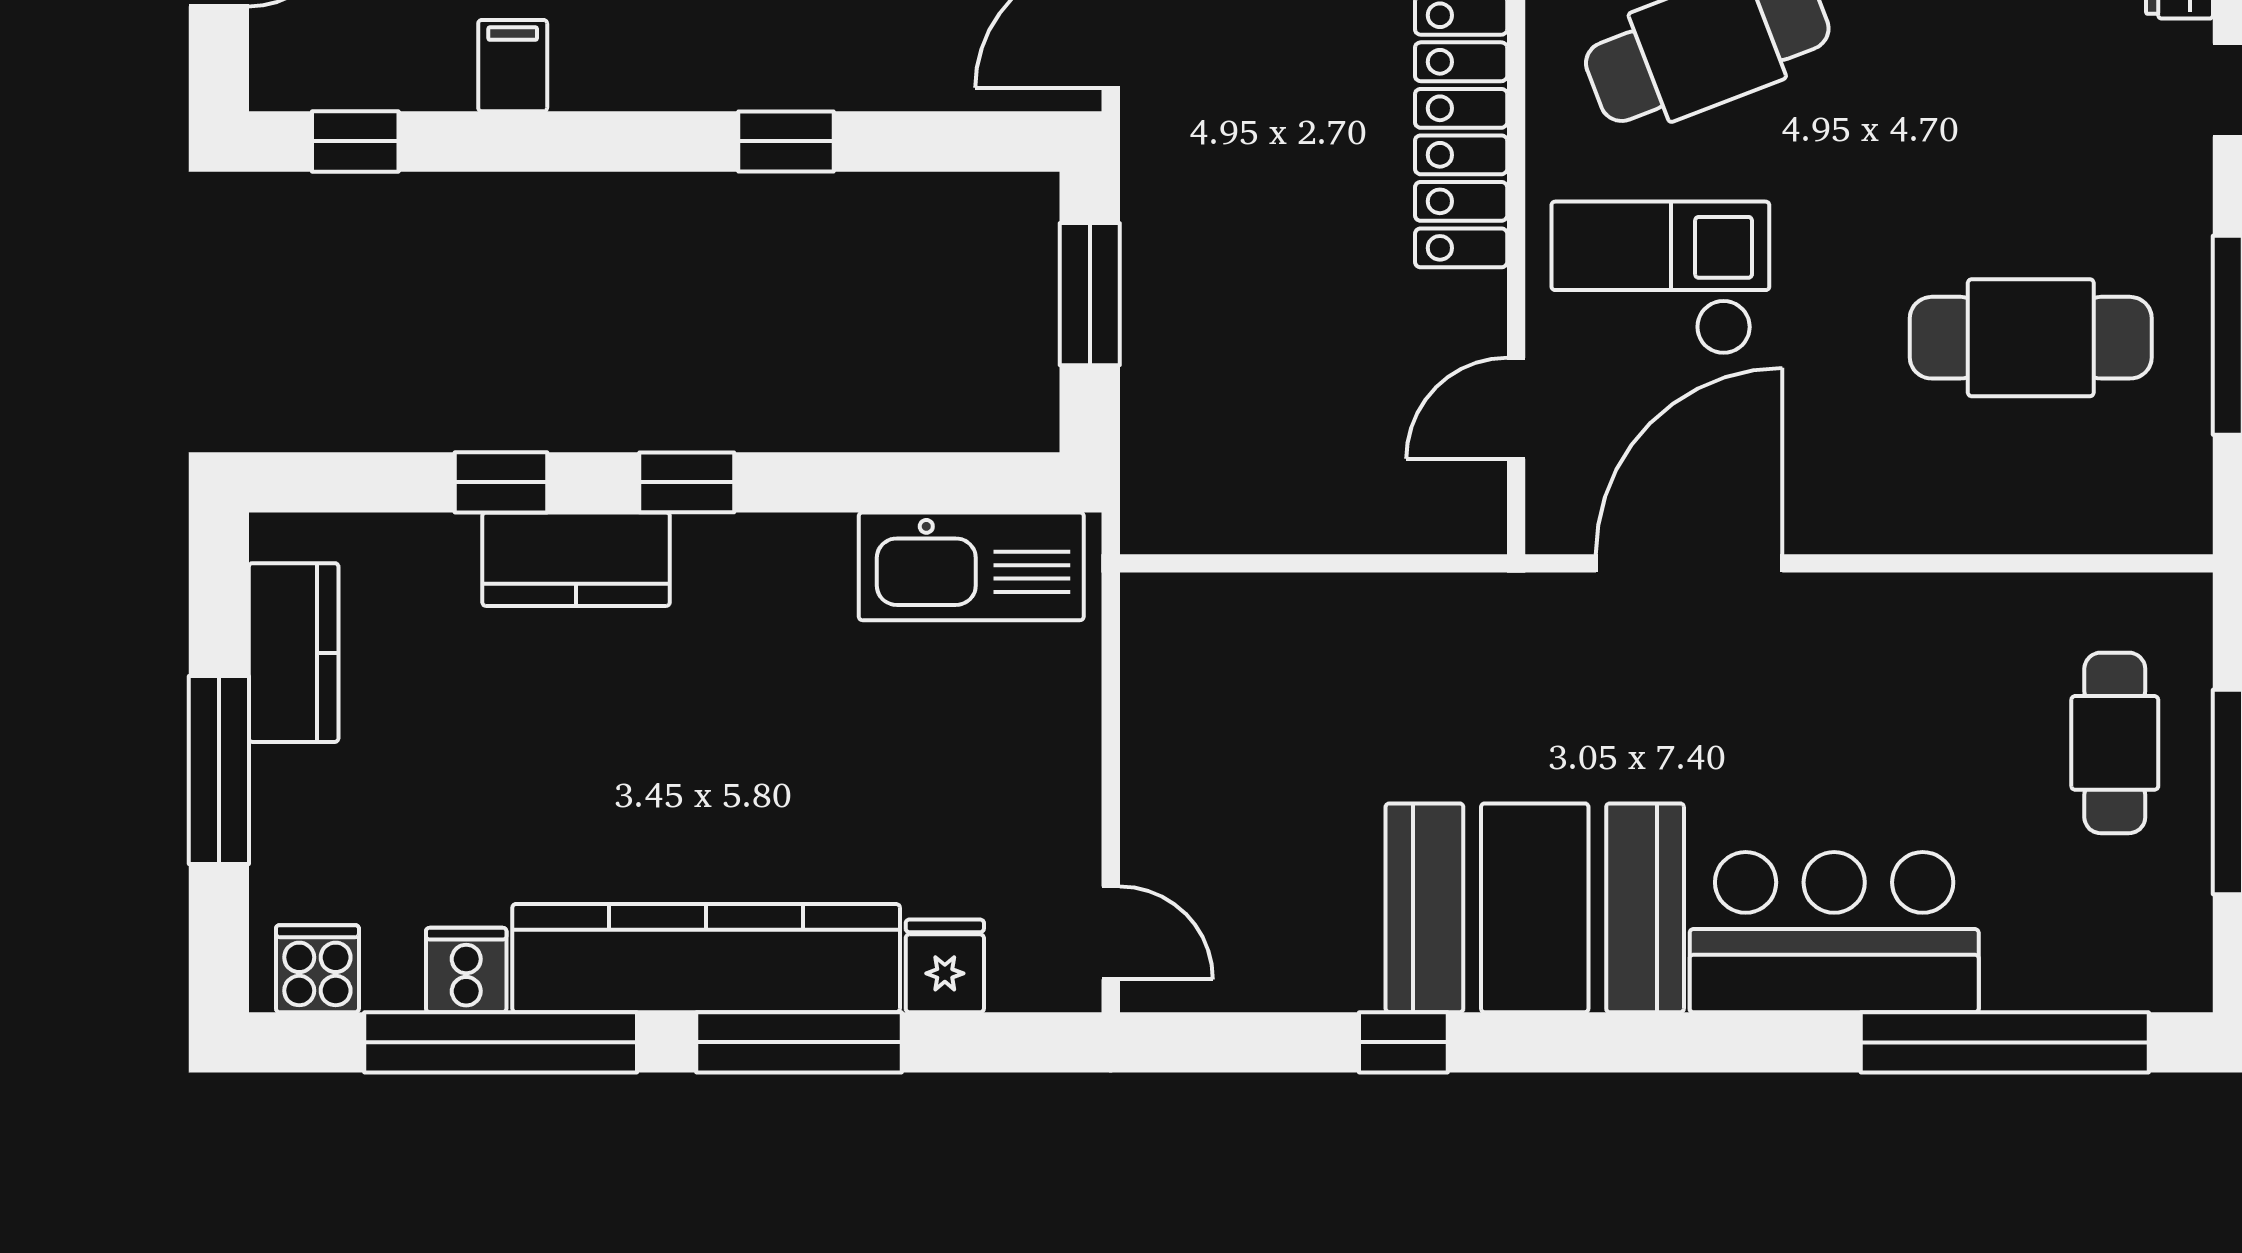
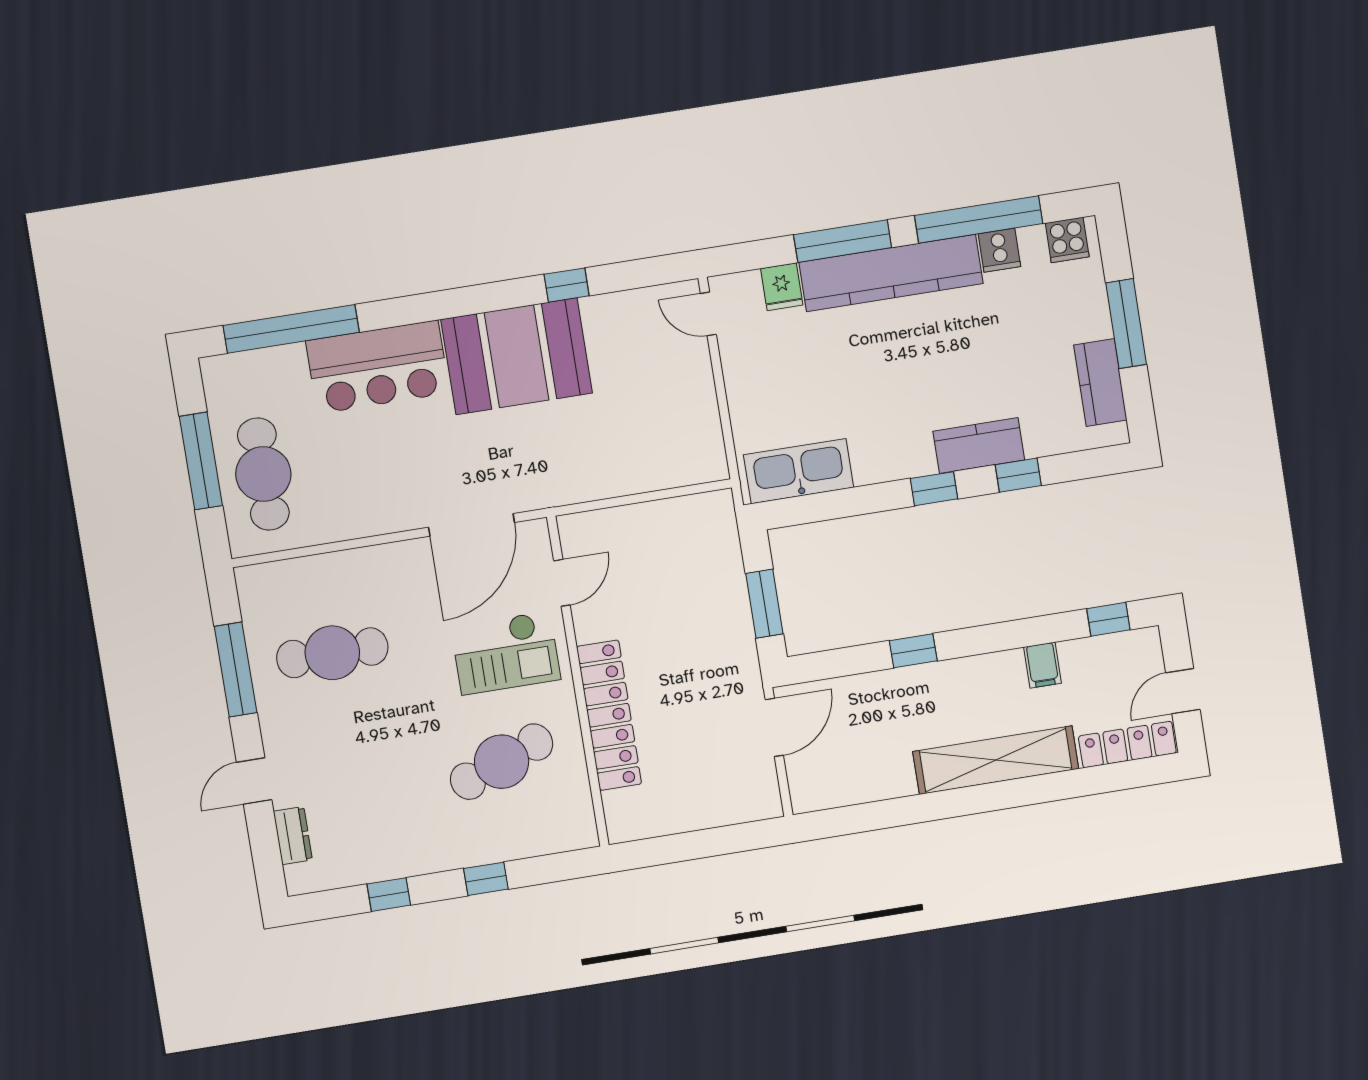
cafe table: (2115, 743) -> (263, 474), width x1.37, depth x1.35

